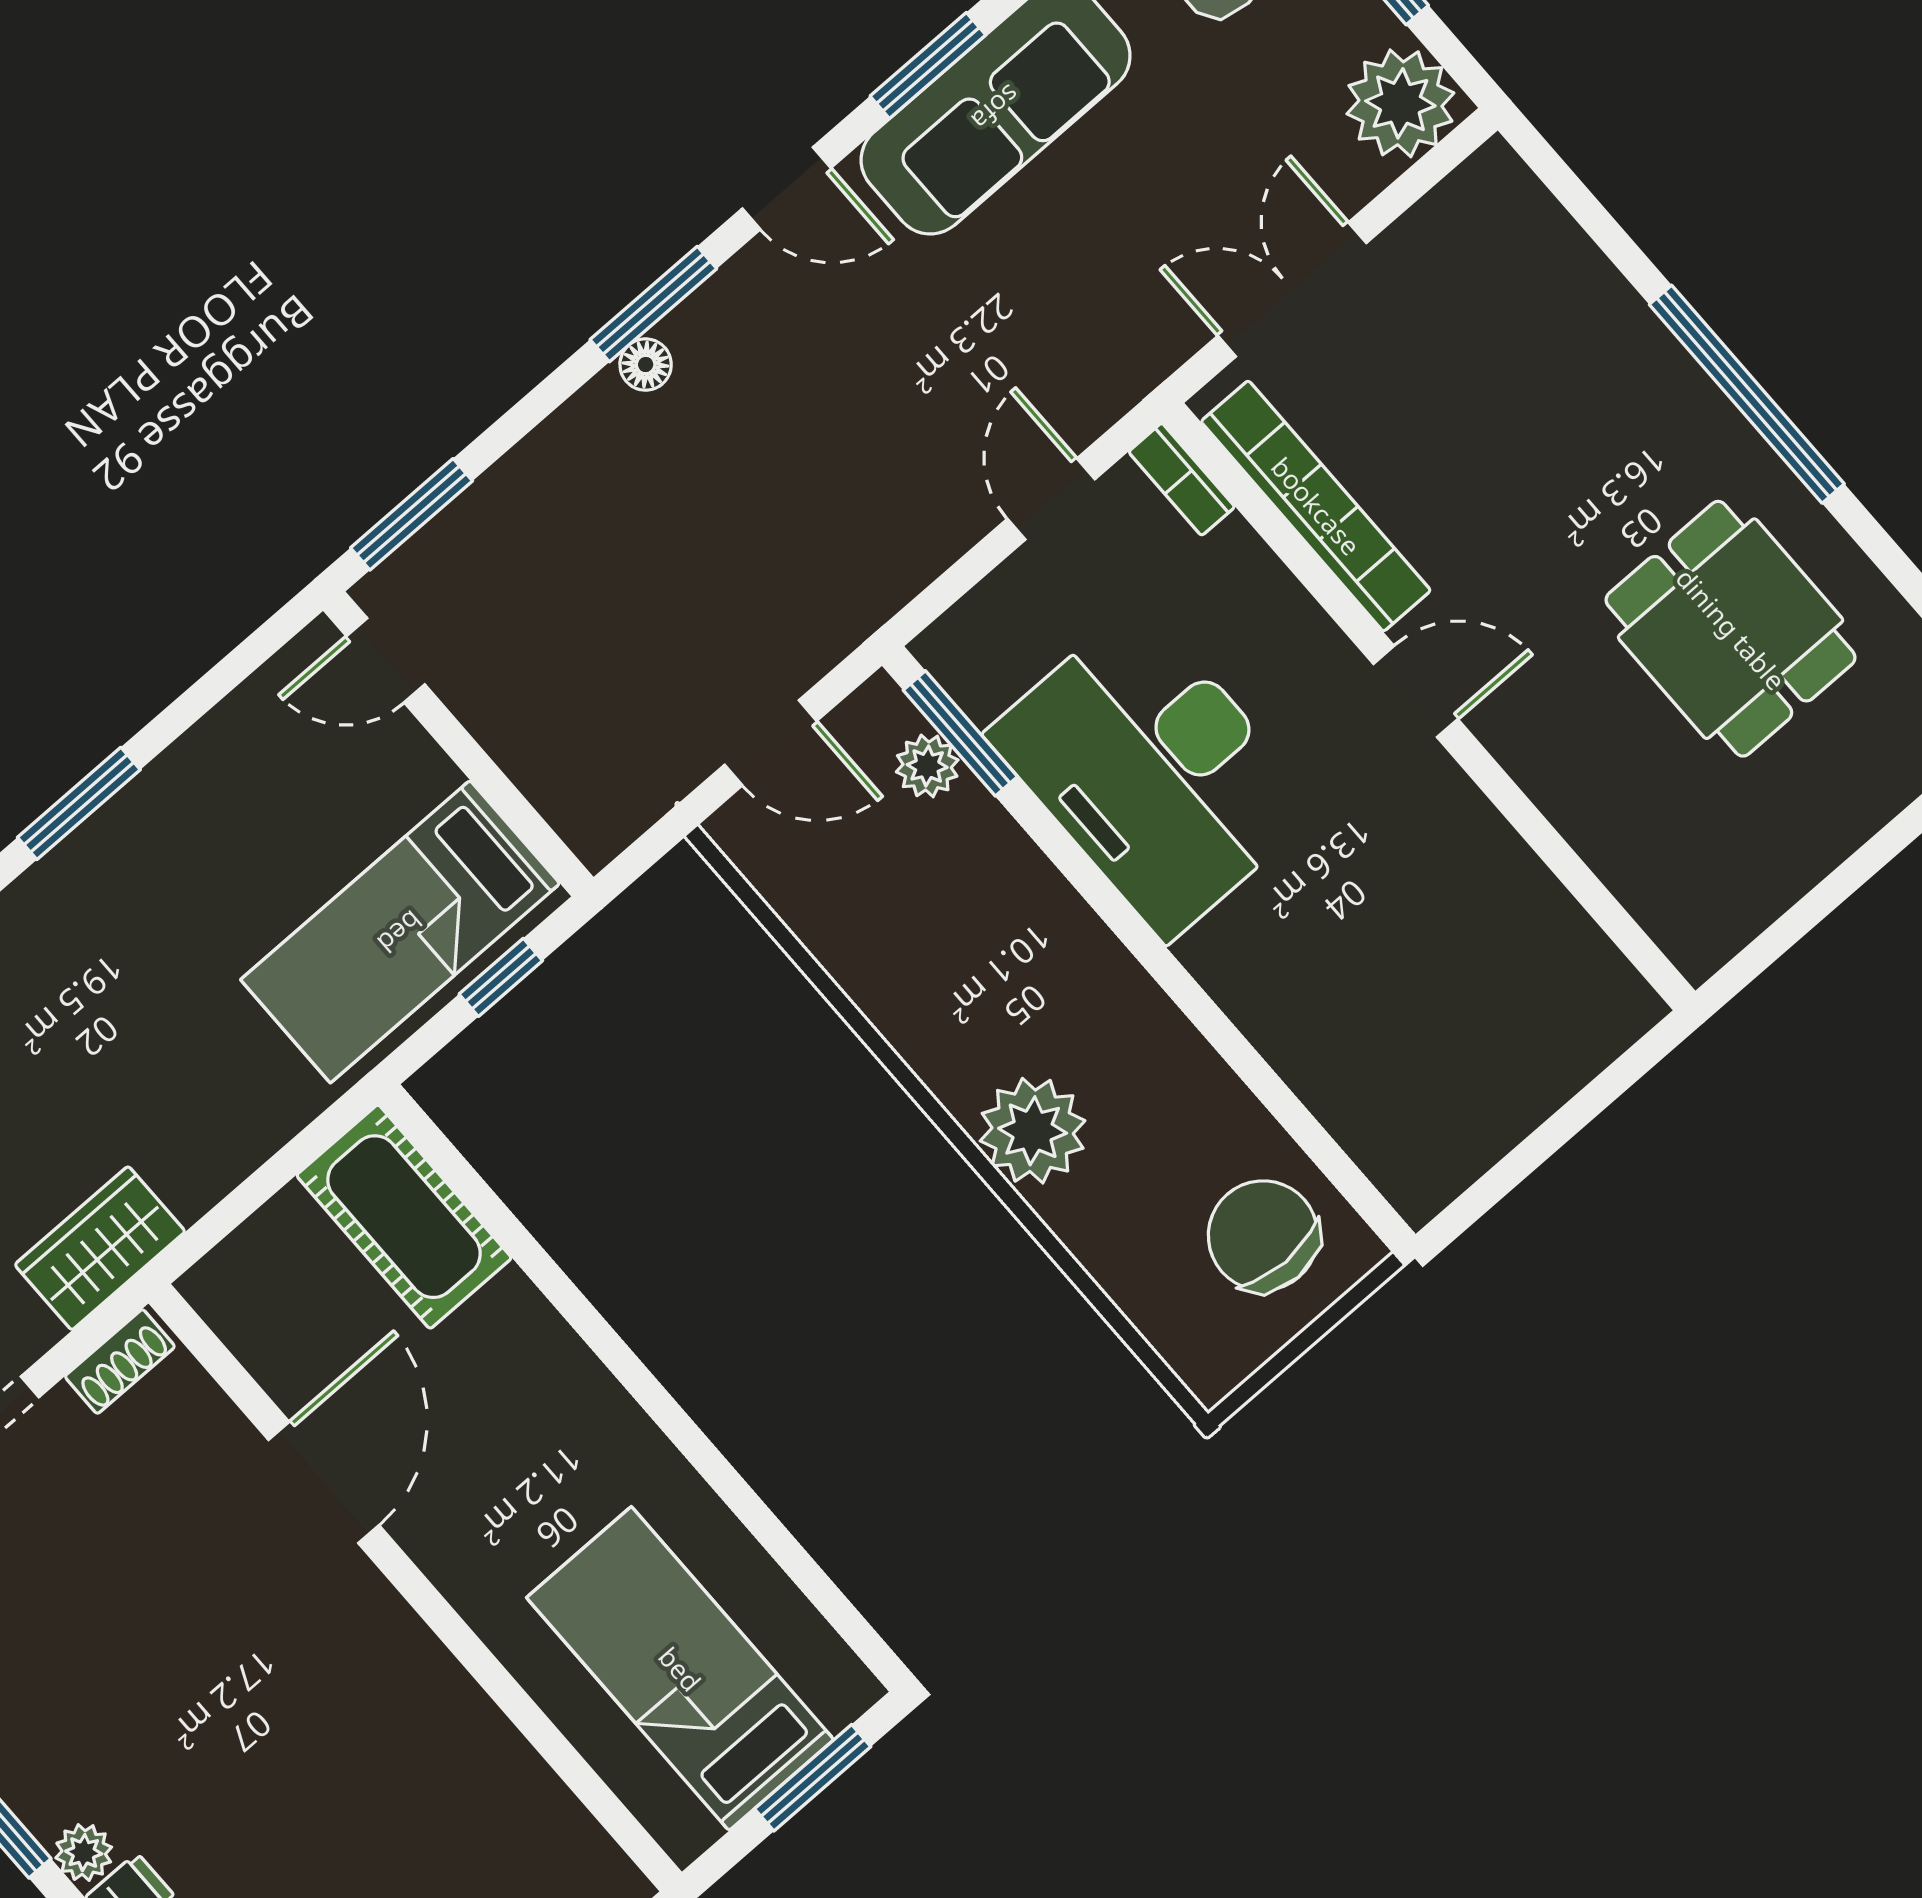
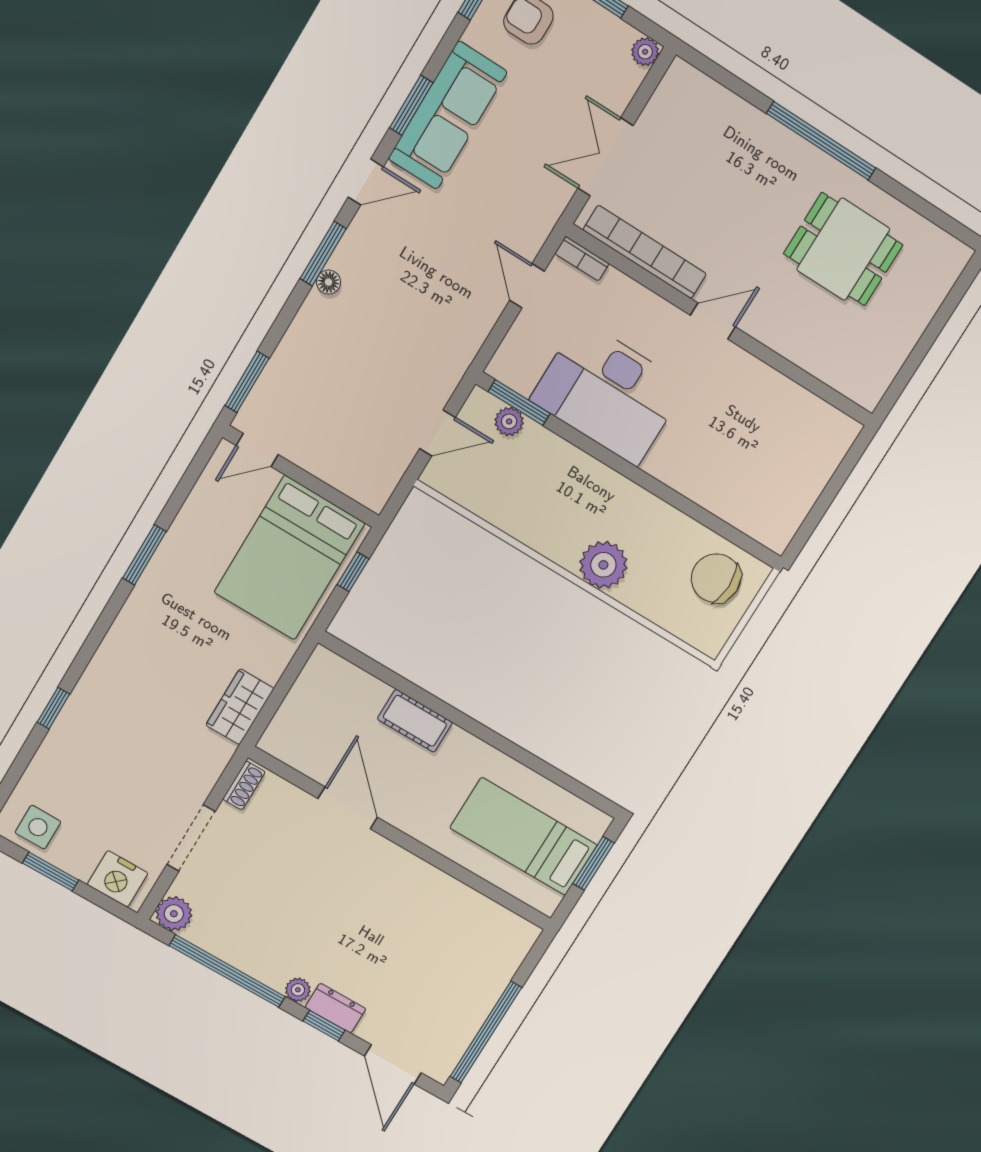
plant: (1400, 103) -> (645, 52), width x0.53, depth x0.53
bed: (400, 932) -> (289, 558), width x1.50
cot: (404, 1217) -> (415, 721), moved, width x0.73, depth x0.75
wardrobe: (100, 1248) -> (240, 707), moved

